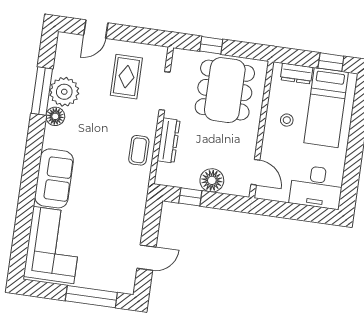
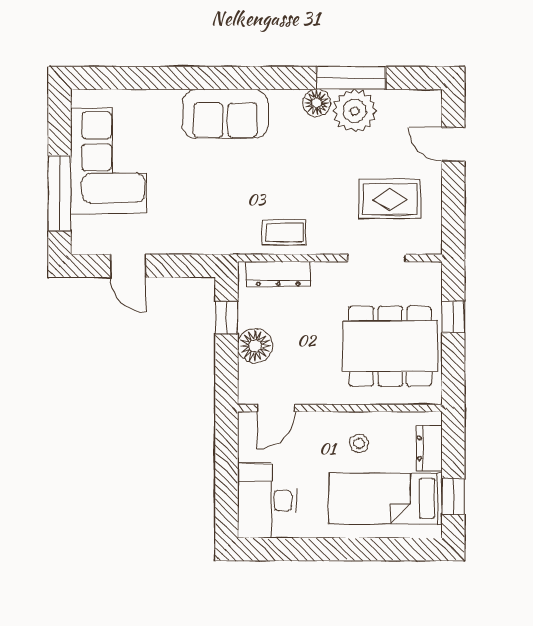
dresser: (169, 140) -> (278, 274), moved
corner sofa: (53, 245) -> (108, 161), moved, turned -90

